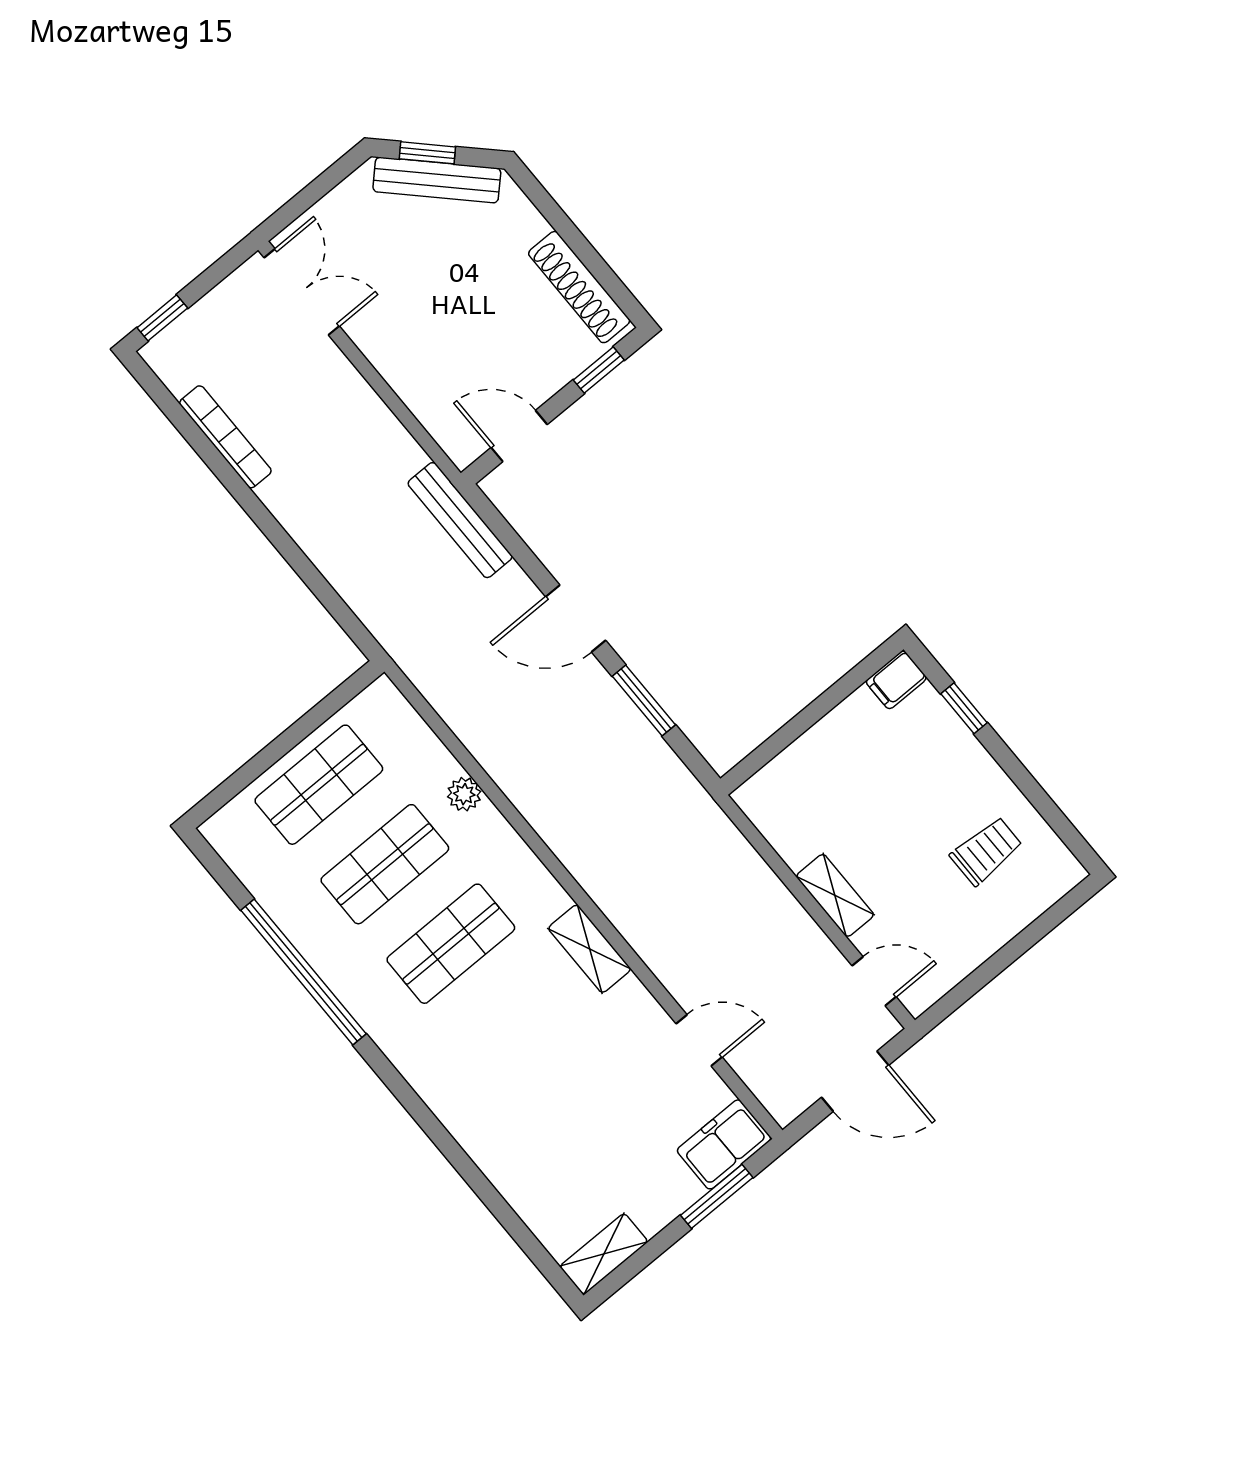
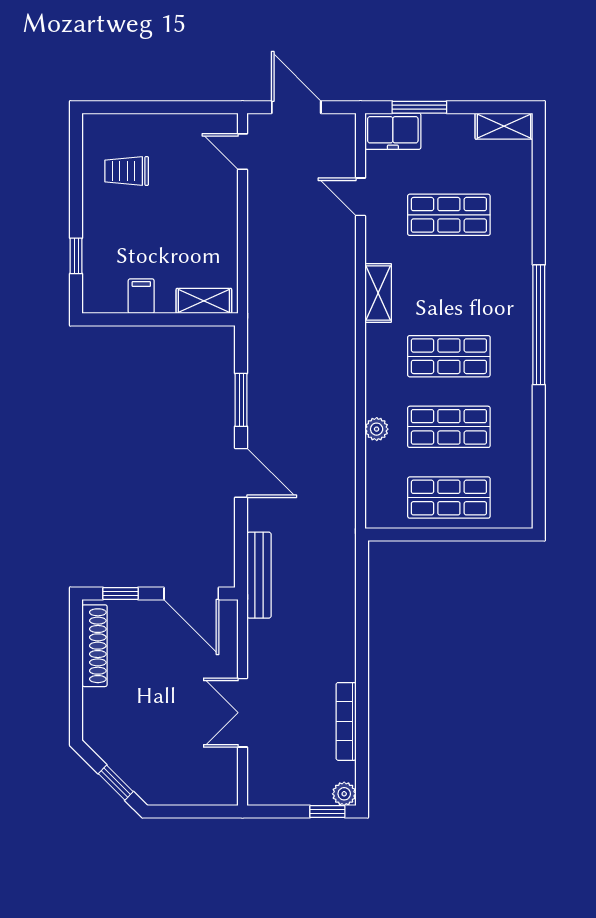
bench: (437, 180) -> (123, 764), removed
double door: (302, 292) -> (243, 713), moved
plant: (160, 354) -> (344, 794), added
door: (519, 436) -> (191, 593), width x1.38
filing cabinet: (896, 680) -> (141, 296), moved, turned -90
shelving: (835, 895) -> (204, 301), moved, turned 90
window: (304, 972) -> (539, 325), moved
shop shelf: (583, 1103) -> (449, 215), added

